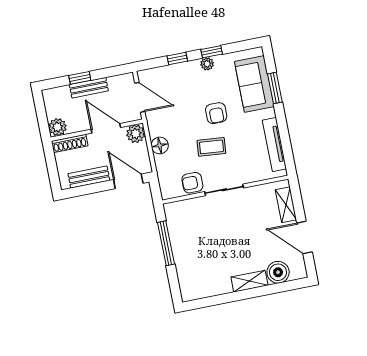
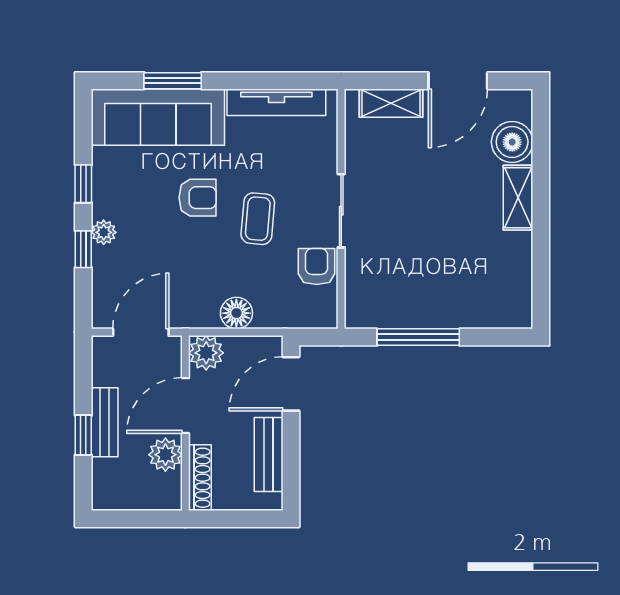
plant: (207, 64) -> (104, 232), moved
sofa: (254, 84) -> (158, 117), width x1.36
plant: (58, 127) -> (165, 455), moved
armchair: (192, 183) -> (317, 267), turned 180

